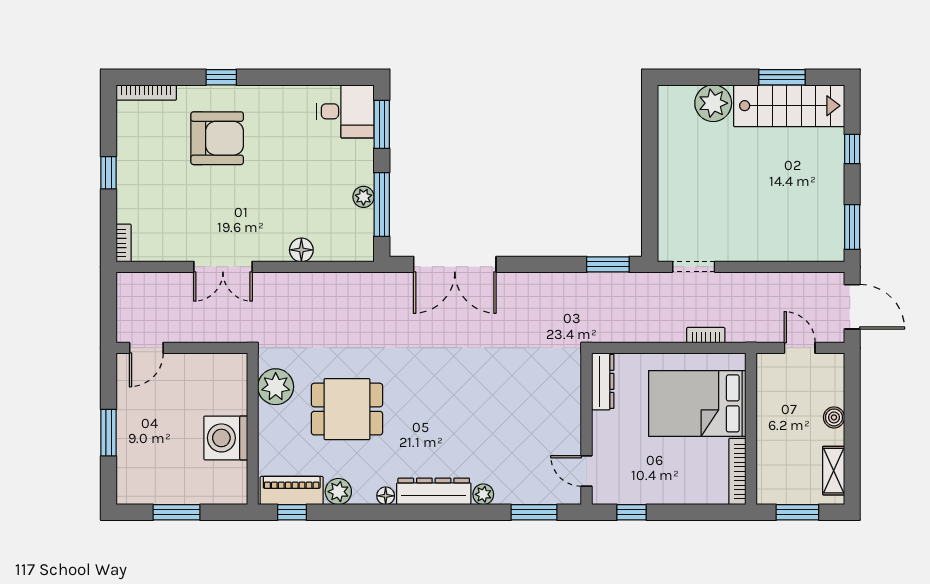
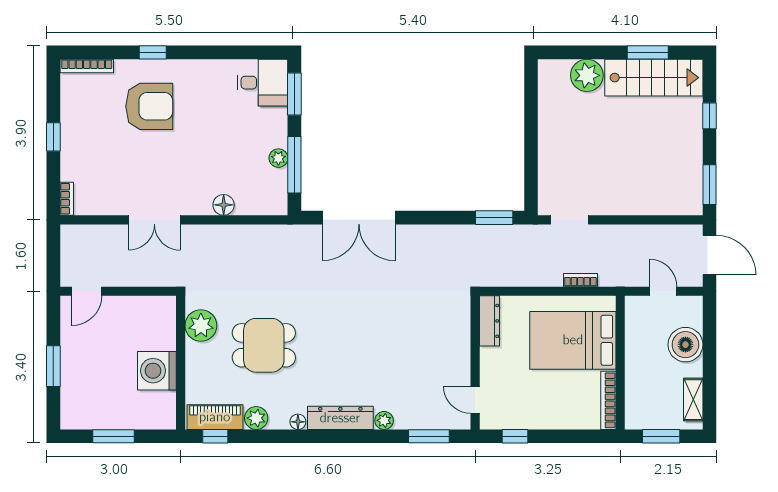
boiler: (834, 417) -> (685, 345), width x1.86, depth x1.86

